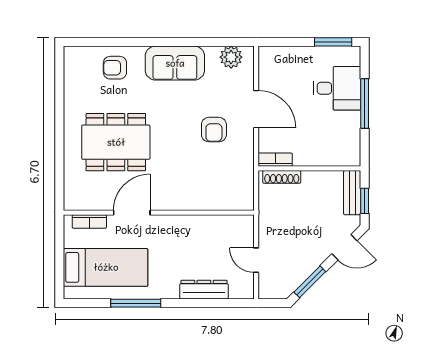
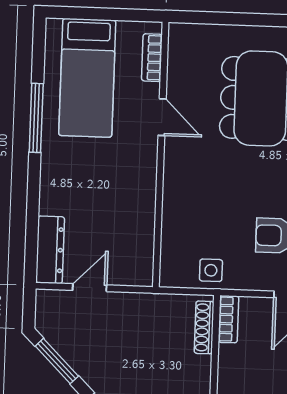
side table: (241, 174) -> (211, 270), added
door: (132, 213) -> (162, 117), width x0.73
dresser: (204, 290) -> (50, 250), moved

